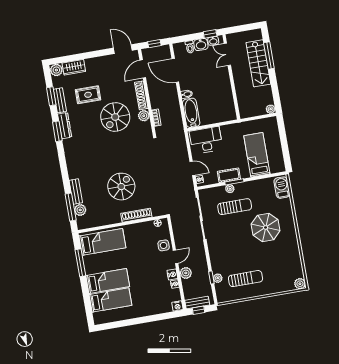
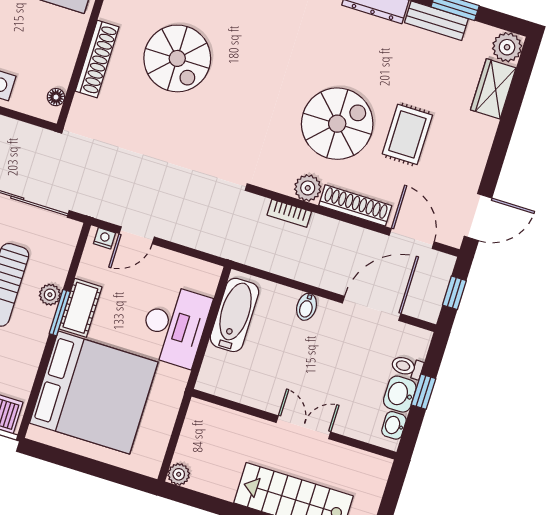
window: (210, 34) -> (424, 392), moved
double door: (227, 54) -> (303, 427), moved
rug: (88, 95) -> (407, 134), moved
bathtub: (191, 113) -> (234, 315), moved, turned -90
spiral stairs: (115, 117) -> (337, 124), turned 90
desk: (206, 140) -> (175, 326), moved
bed: (257, 155) -> (94, 393), width x2.04

